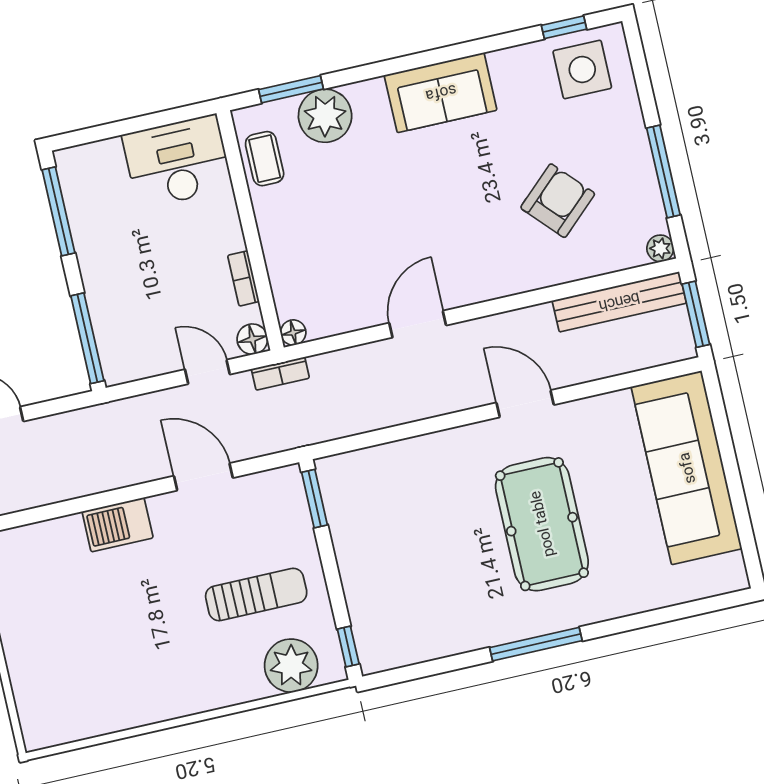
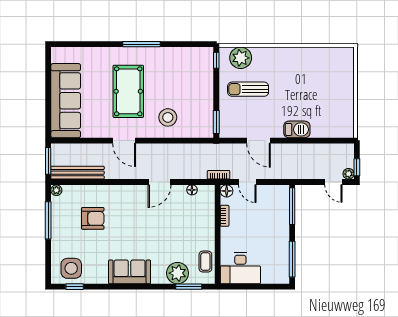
armchair: (558, 201) -> (93, 218), turned -137
floor lamp: (293, 333) -> (192, 190), moved
stool: (433, 483) -> (168, 117), added

